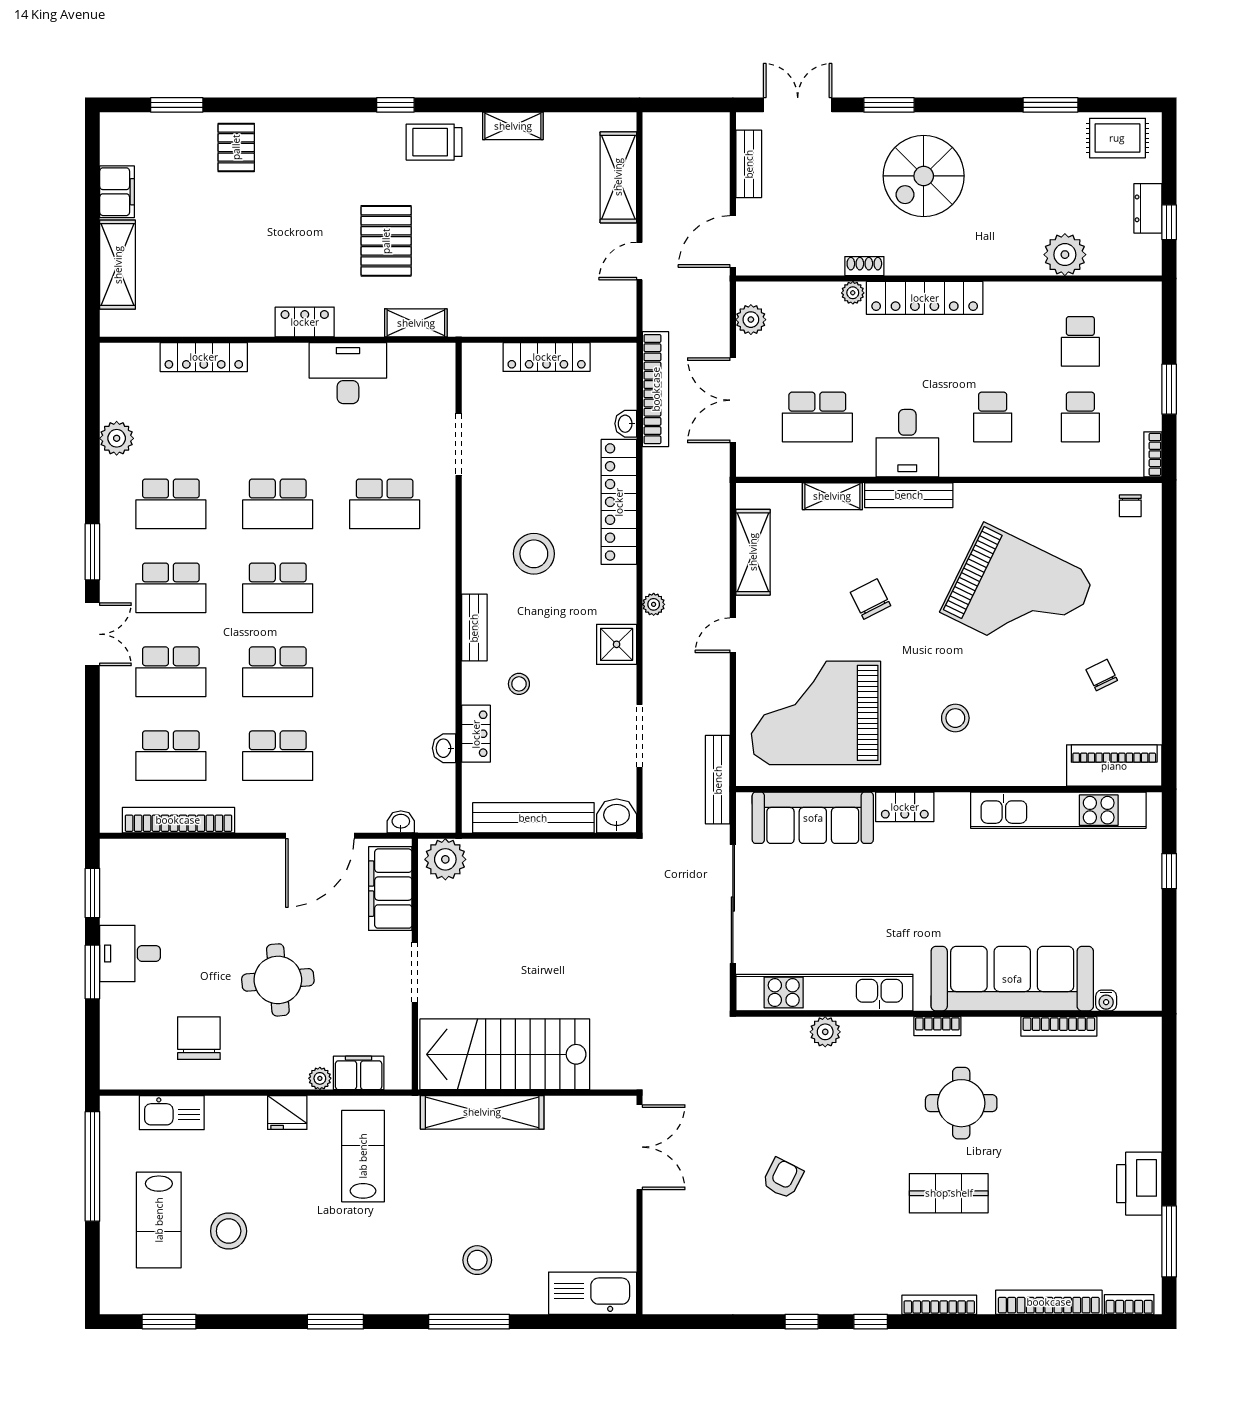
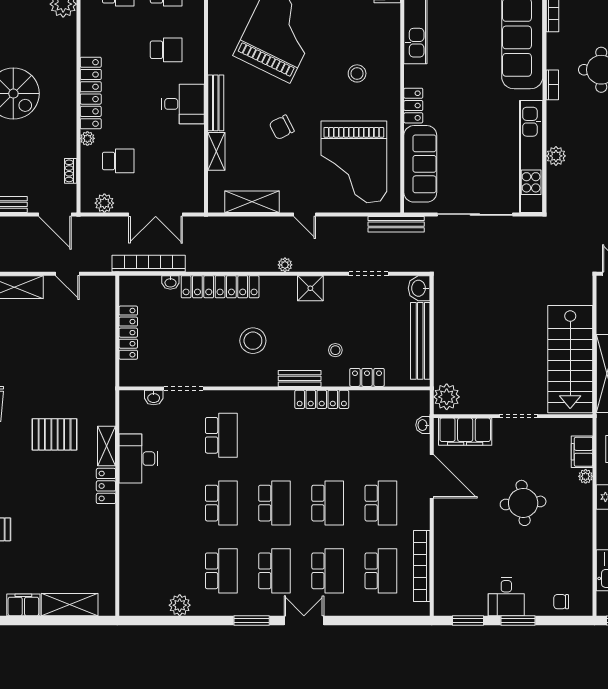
shoe rack: (864, 266) -> (71, 171), moved
shelving: (416, 323) -> (106, 446), moved
locker: (204, 357) -> (322, 399), moved, turned 90
school desk: (817, 417) -> (118, 161), moved, width x0.54
washbasin: (444, 748) -> (154, 398), moved
chair: (199, 1038) -> (561, 602), moved, width x0.54, depth x0.54

